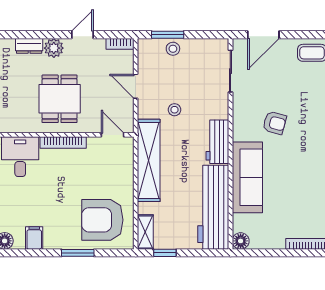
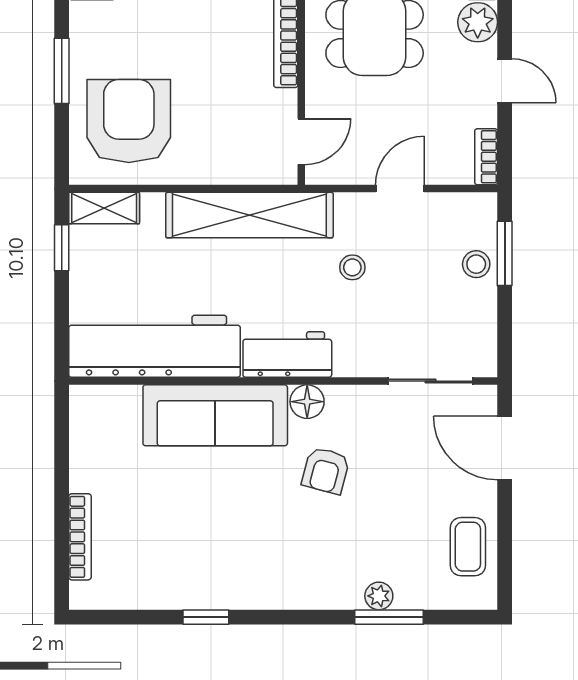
floor lamp: (241, 241) -> (307, 402), moved

